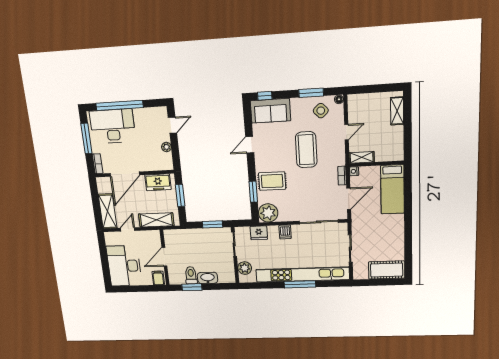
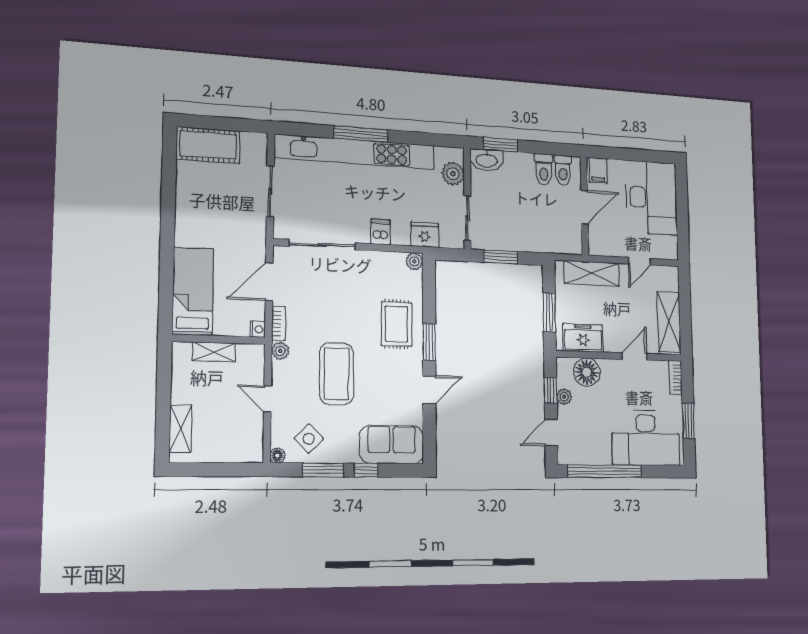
window: (265, 96) -> (366, 470), moved
window: (120, 105) -> (605, 471), moved
door: (346, 132) -> (268, 399), hinge flipped
window: (86, 138) -> (688, 421), width x0.69
window: (175, 150) -> (551, 390), added
shelving: (362, 157) -> (214, 352), moved
plant: (340, 160) -> (280, 351), added
floor lamp: (154, 163) -> (587, 372), added
door: (125, 174) -> (635, 356), width x0.53
rug: (272, 181) -> (397, 324), turned 90
window: (253, 192) -> (429, 342), moved
shelving: (108, 211) -> (669, 322), moved
plant: (268, 213) -> (414, 261), width x0.53, depth x0.53
toilet: (179, 276) -> (563, 170), added
washbasin: (208, 278) -> (487, 160), moved
window: (192, 287) -> (500, 145), moved

